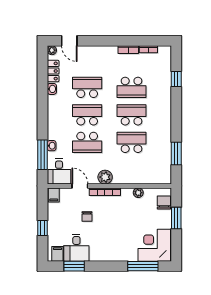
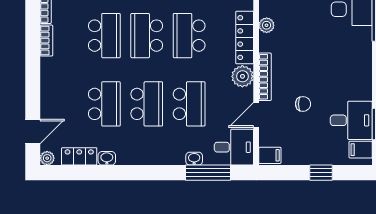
school desk: (87, 87) -> (104, 104), turned 180
school desk: (87, 115) -> (147, 104), turned 180
locker: (130, 178) -> (245, 38), added

